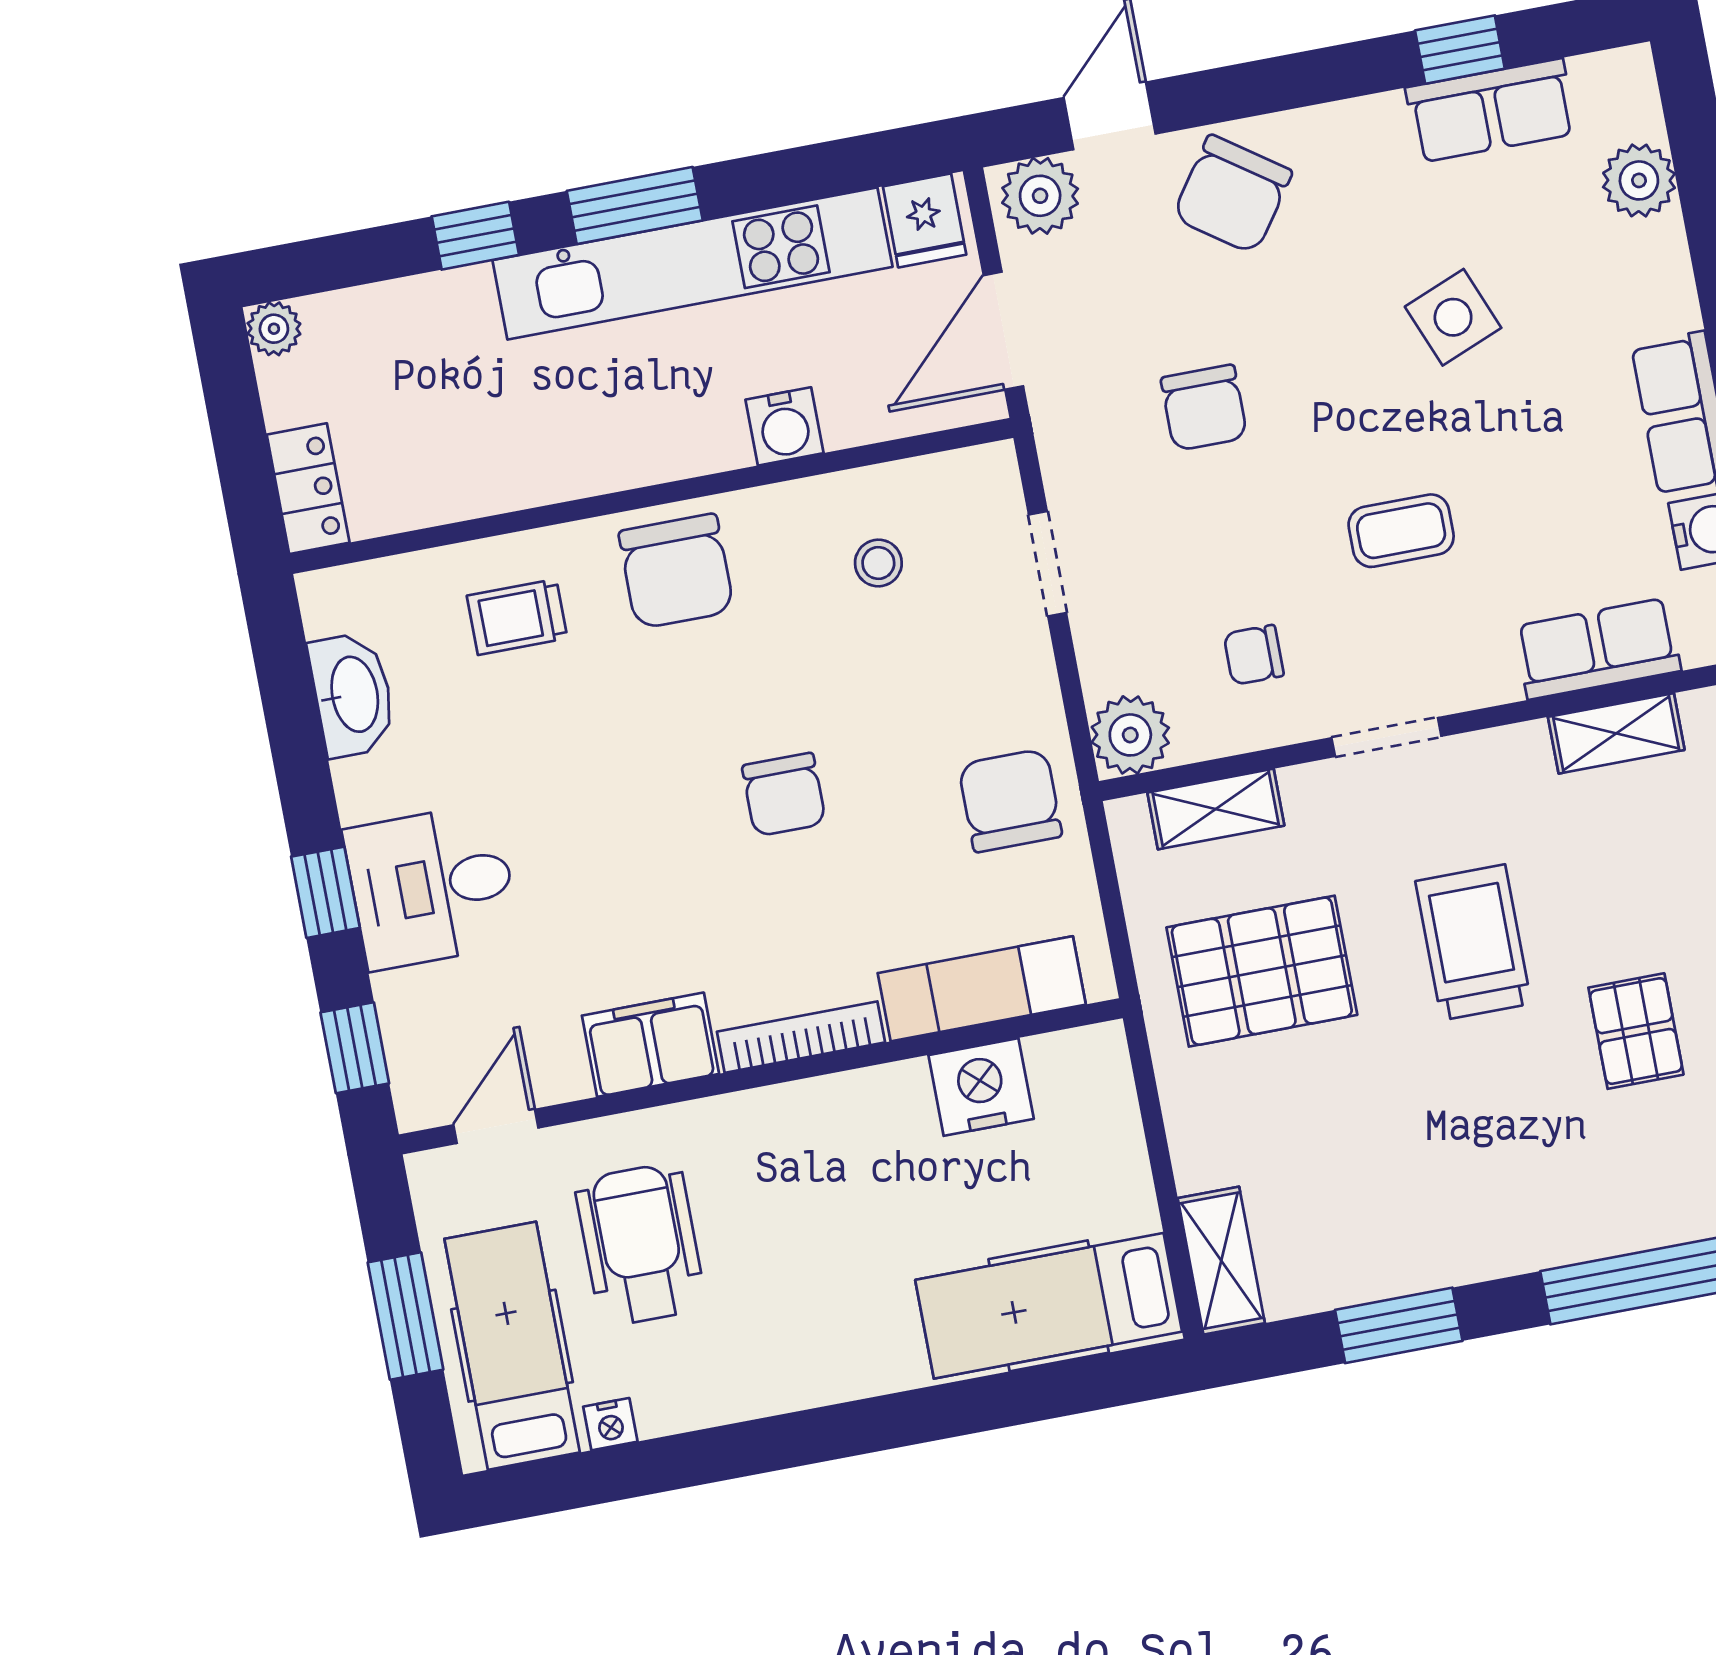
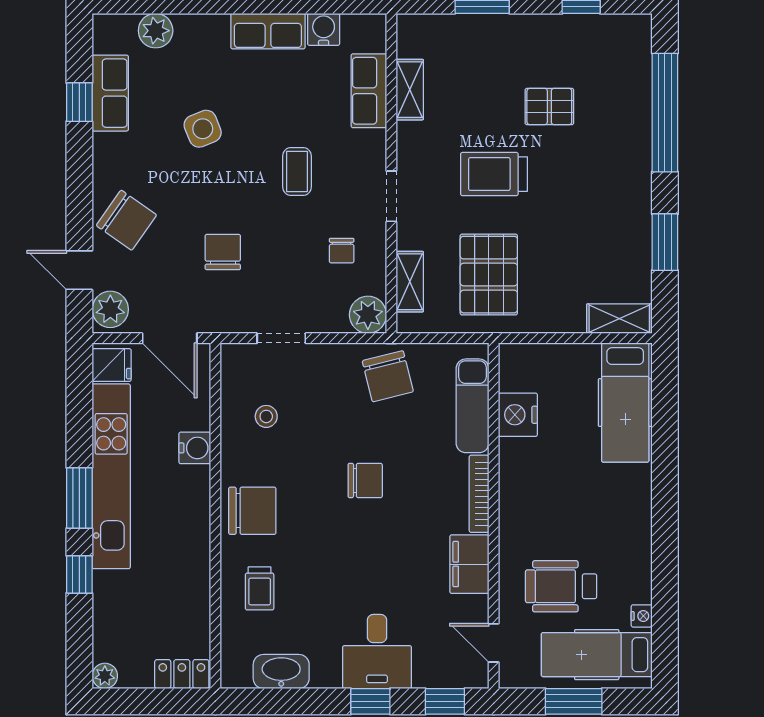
chair: (1204, 408) -> (223, 252), turned -90
chair: (1010, 801) -> (388, 376), turned -104

